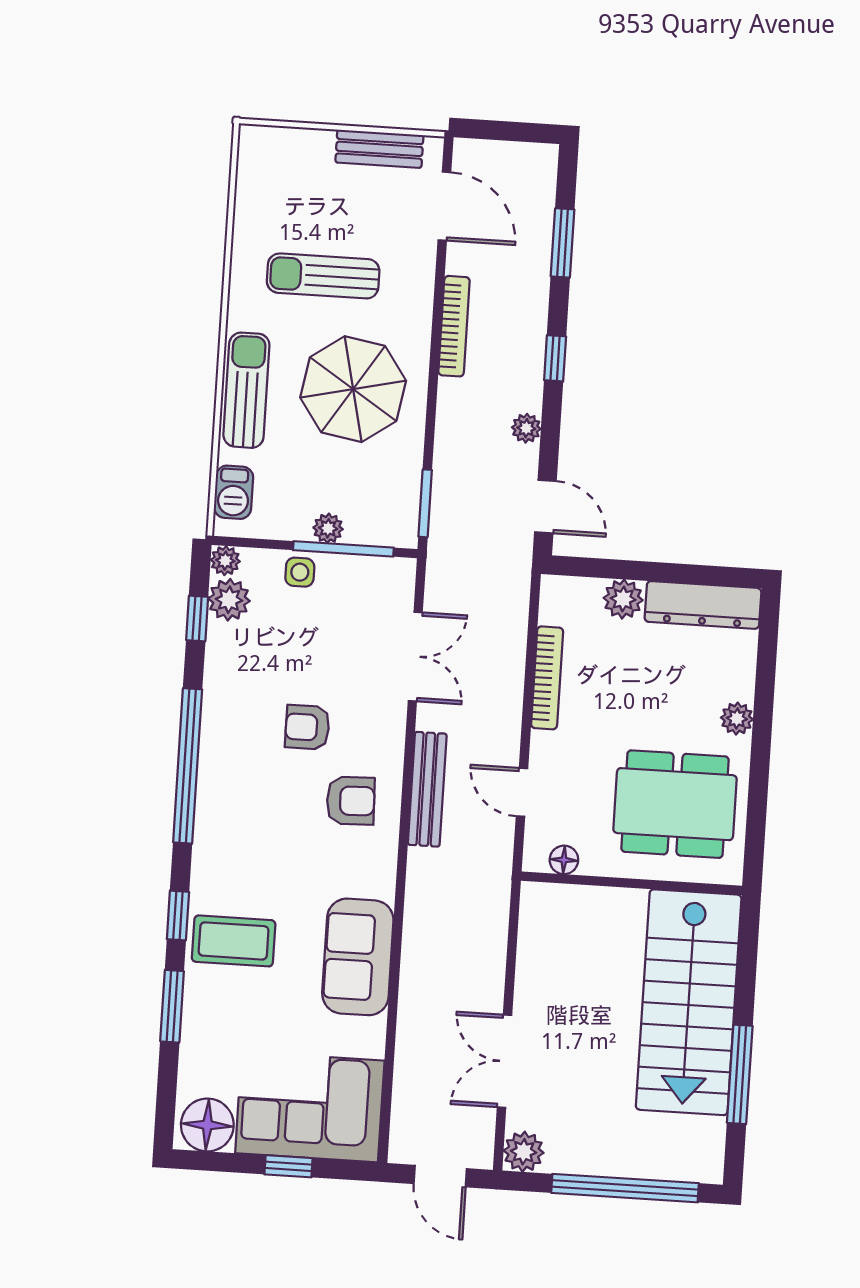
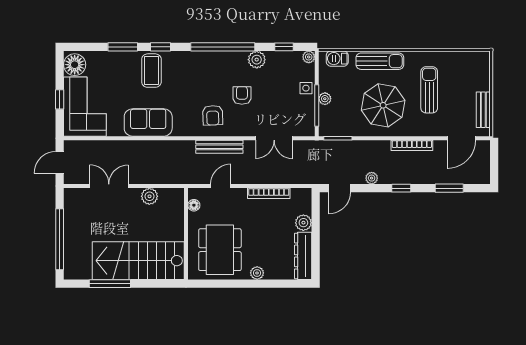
plant: (229, 600) -> (257, 60), moved
plant: (524, 1152) -> (149, 196), moved

